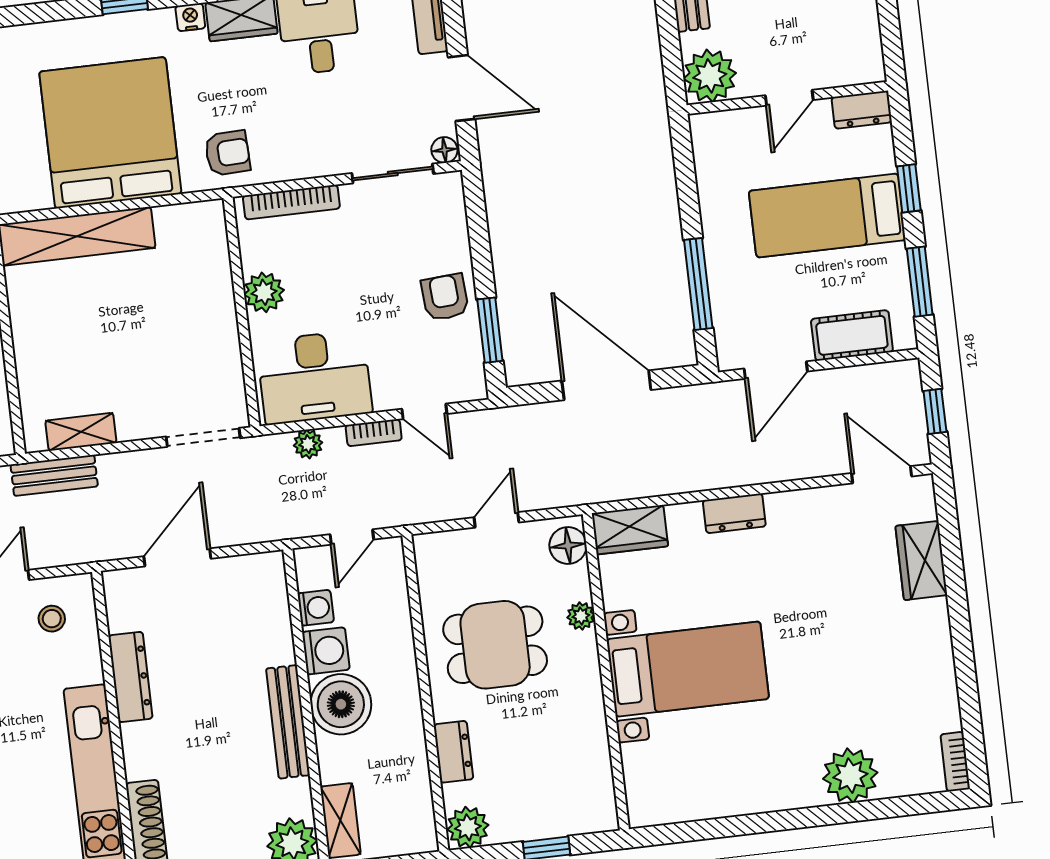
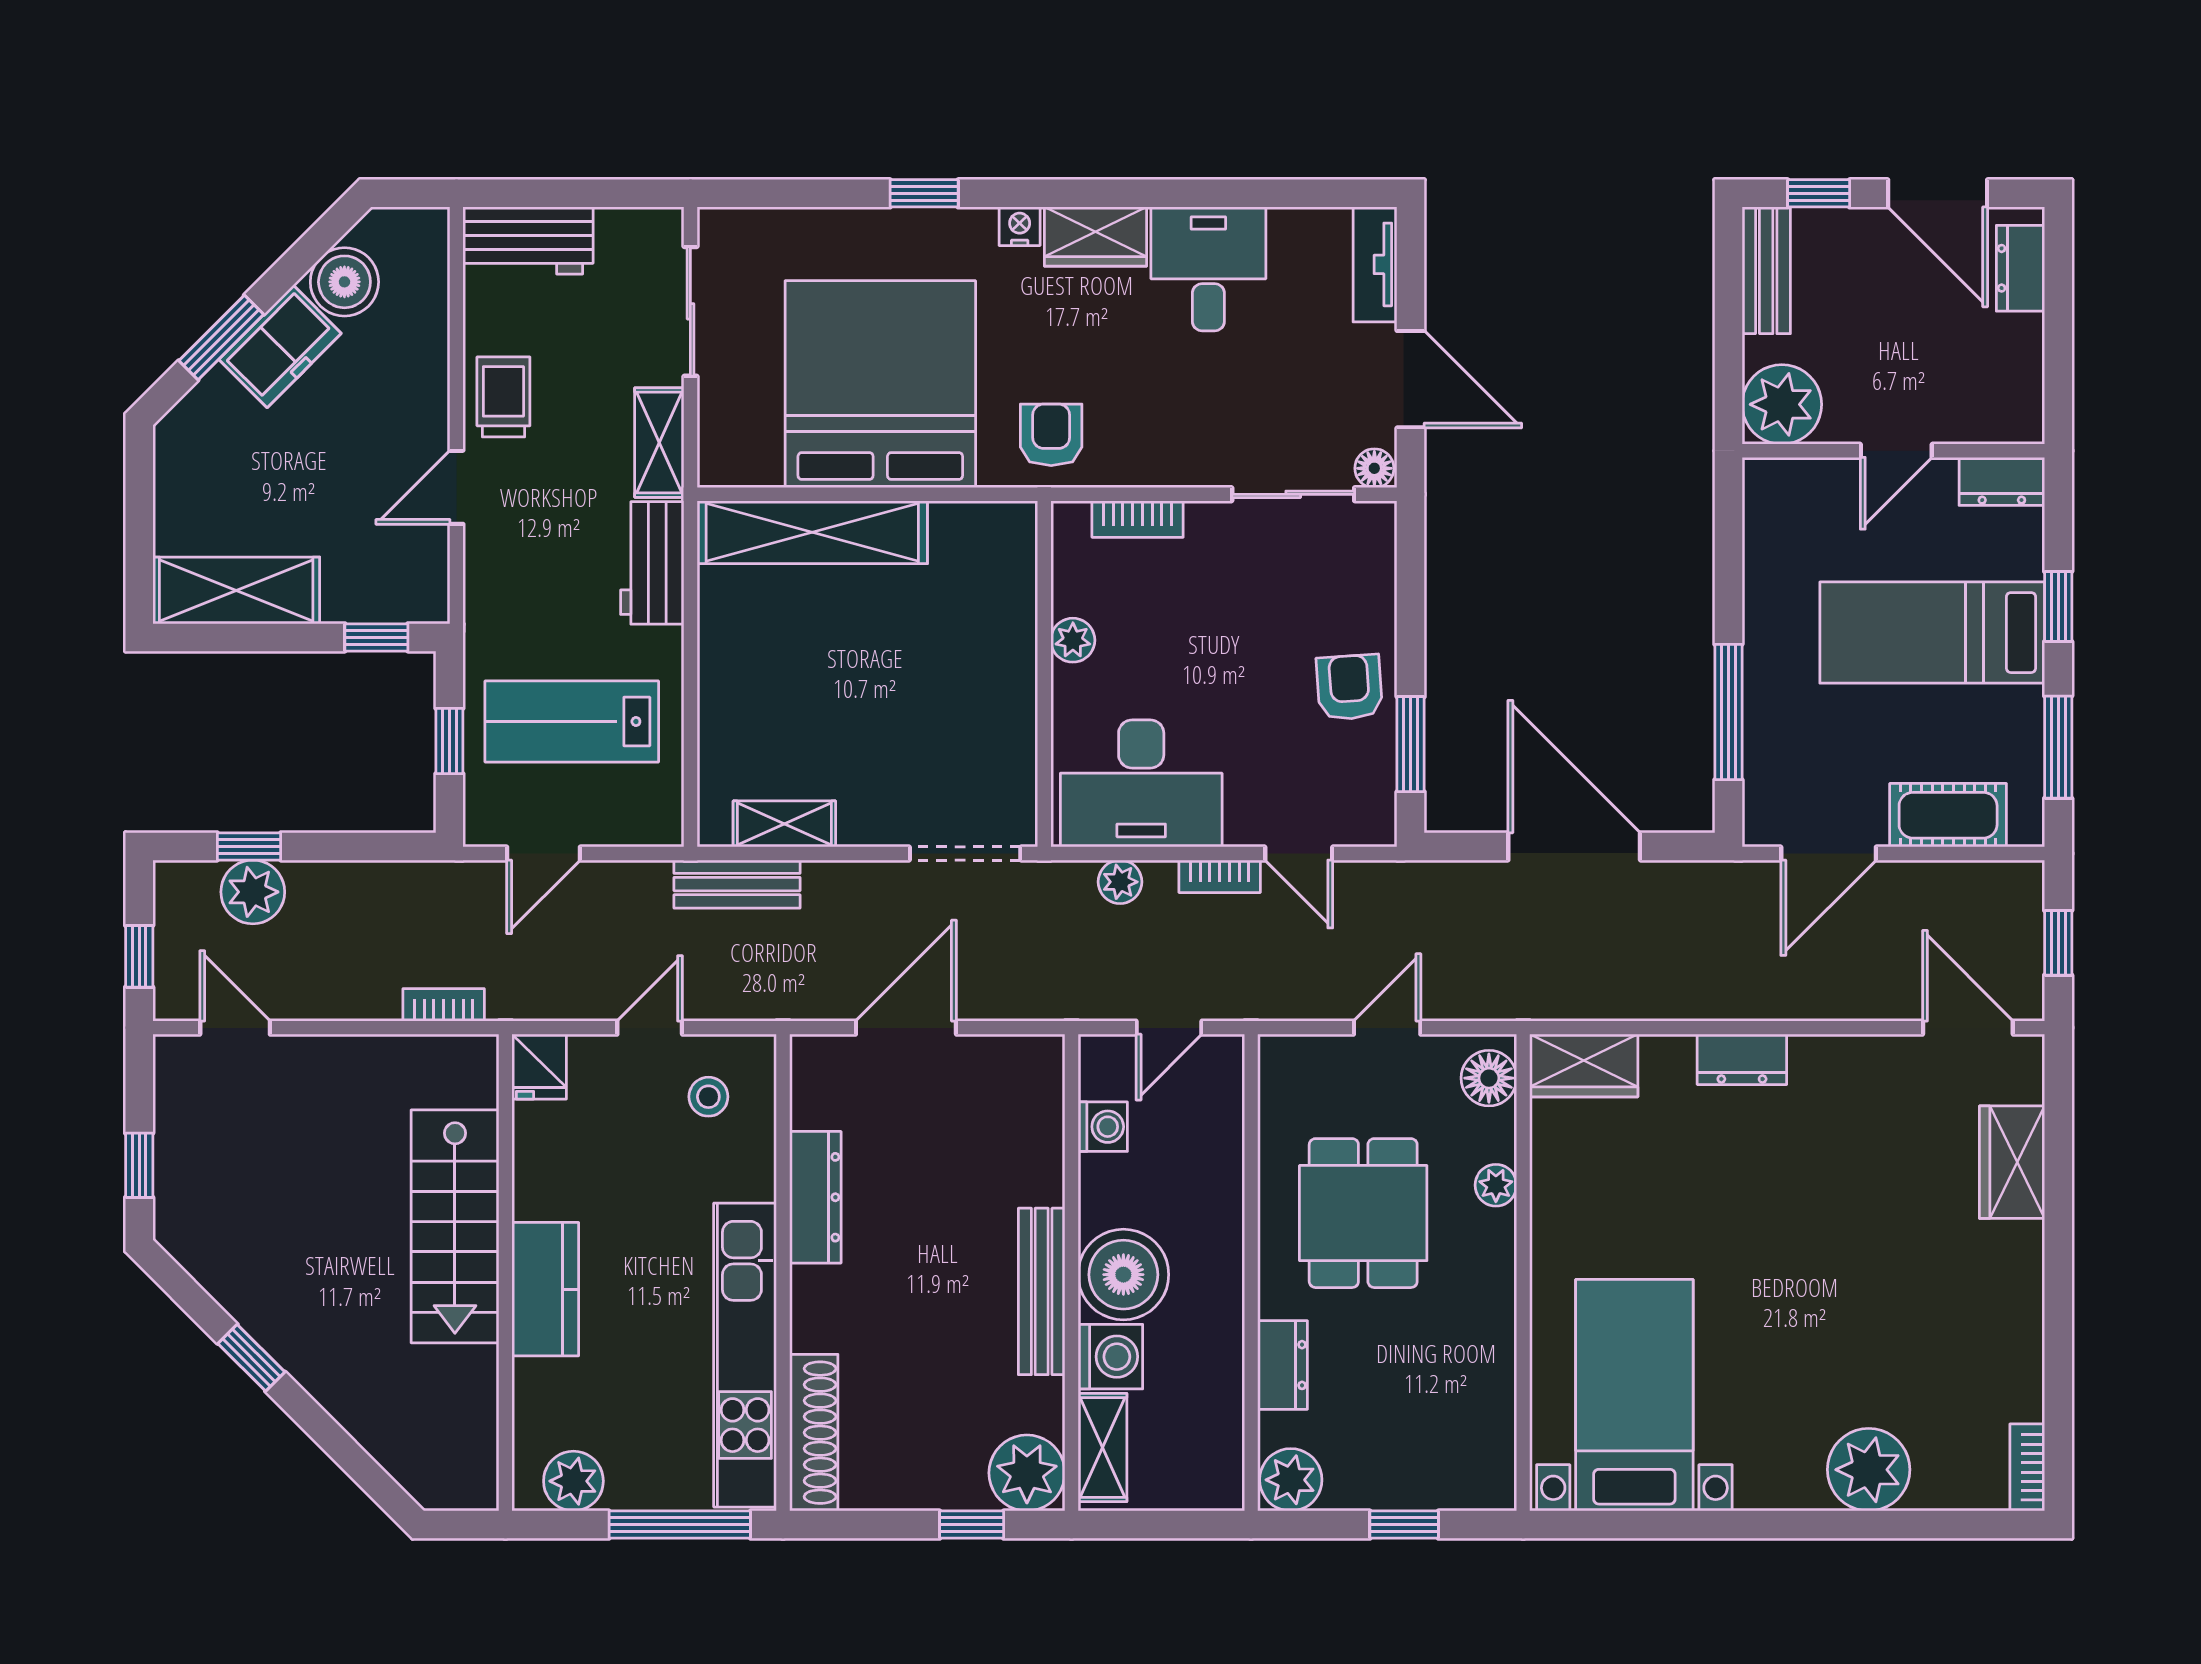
armchair: (228, 153) -> (1051, 435), turned -88
bookcase: (291, 202) -> (1138, 519), width x0.64
plant: (264, 292) -> (1073, 640), width x0.73, depth x0.73
dining table: (495, 645) -> (1363, 1213), turned 90
washing machine: (326, 651) -> (1110, 1357), moved
bed with nightstands: (688, 669) -> (1634, 1395), moved, turned -90

